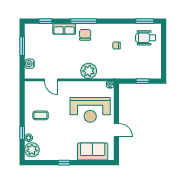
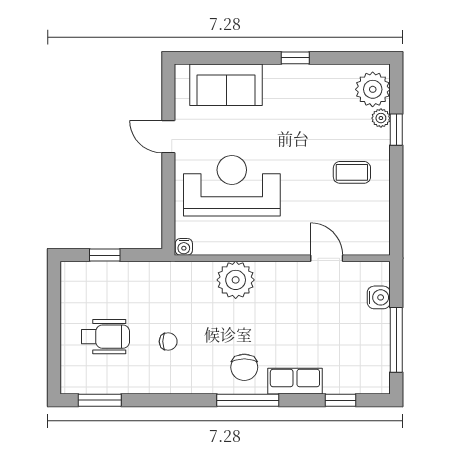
wheelchair: (146, 38) -> (105, 337), moved
window: (22, 46) -> (396, 340), width x1.44

